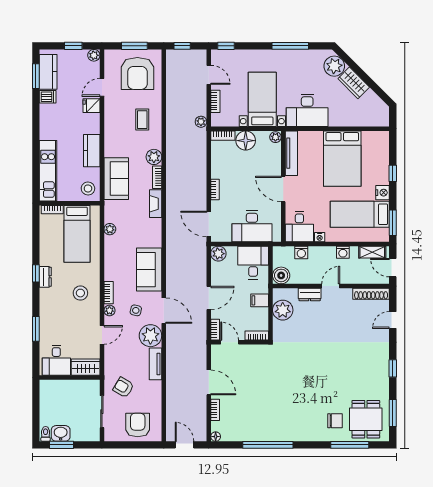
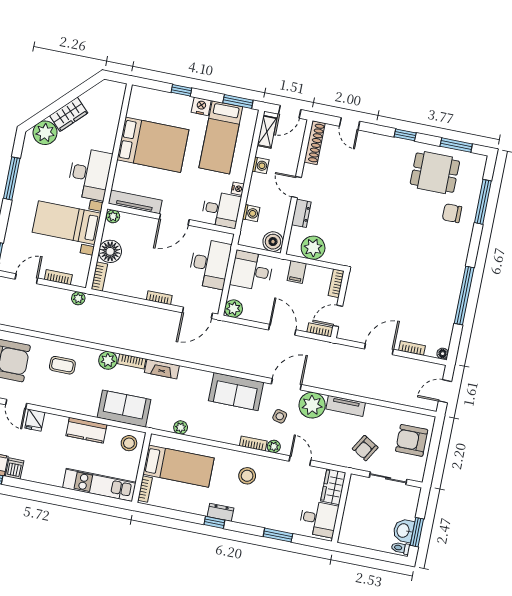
dining table: (366, 419) -> (435, 173), moved
chair: (335, 421) -> (452, 213), turned -90

